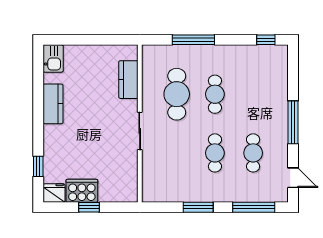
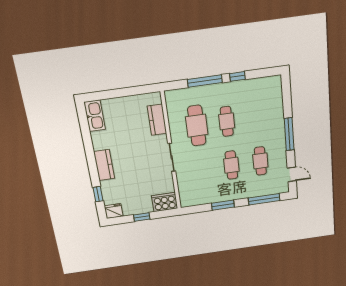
window: (266, 40) -> (237, 76), moved
kitchen sink: (53, 58) -> (95, 116), width x1.38
kitchen counter: (53, 104) -> (104, 165), moved
cooker: (82, 191) -> (165, 202), moved

